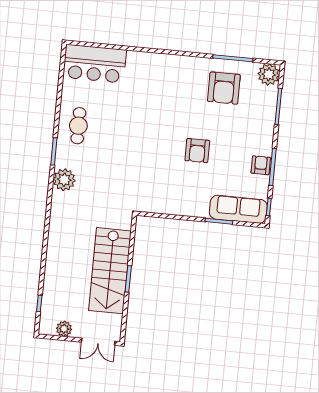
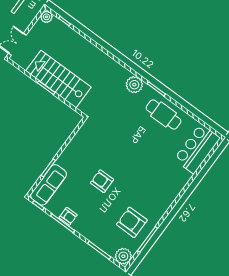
cafe table: (78, 126) -> (164, 114), width x1.37, depth x1.35
plant: (64, 329) -> (46, 17), moved

